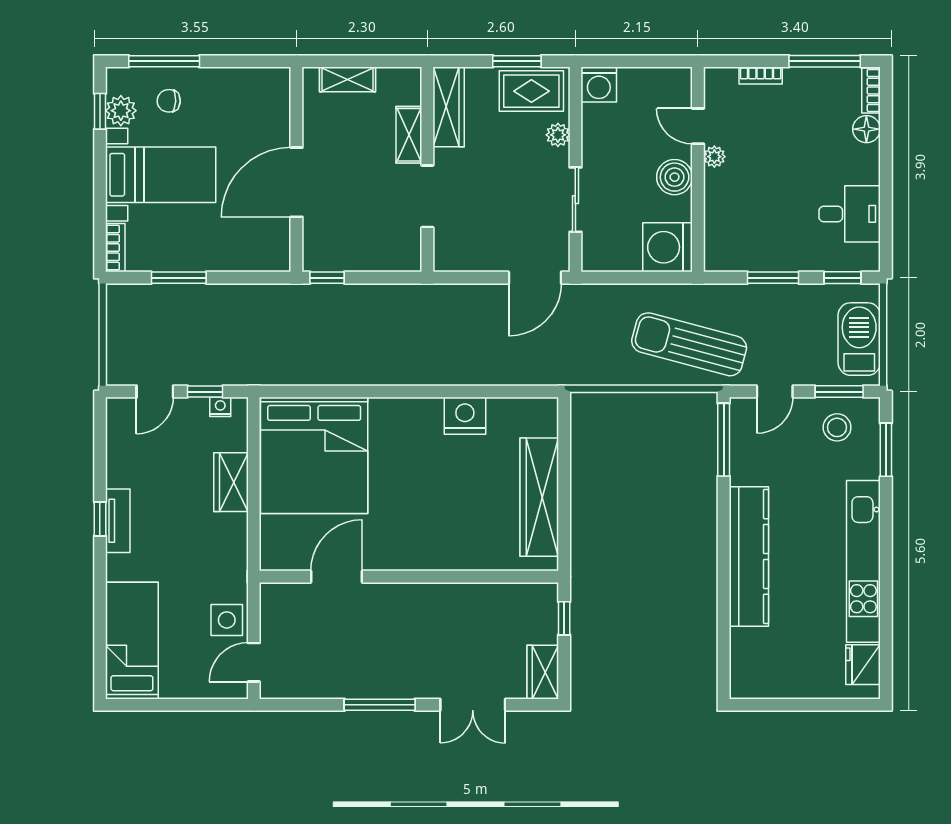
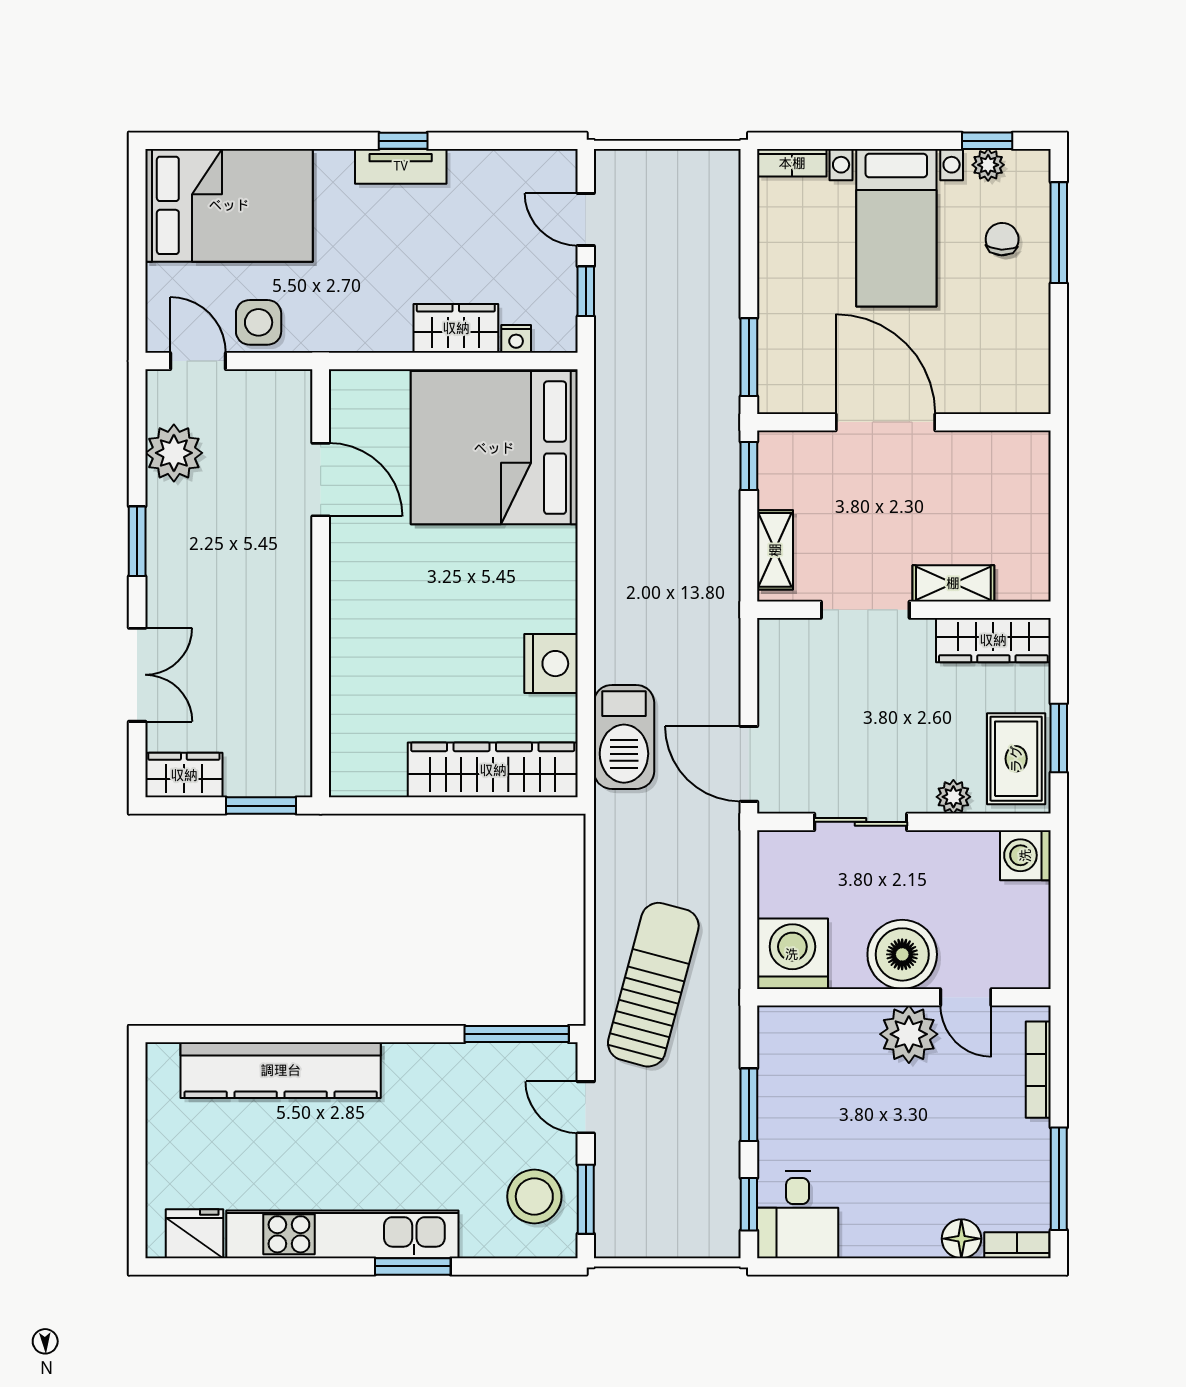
bookcase: (761, 76) -> (1038, 1070), width x1.56
shelving: (347, 79) -> (775, 550), moved
plant: (121, 111) -> (988, 165), width x0.73, depth x0.73
door: (698, 126) -> (966, 997), swing flipped
plant: (714, 157) -> (909, 1034), width x1.87, depth x1.87
boiler: (675, 177) -> (902, 954), width x1.37, depth x1.37
desk: (850, 214) -> (798, 1215), moved
window: (179, 278) -> (749, 357), moved
barbecue: (859, 339) -> (624, 737), moved, turned 90
nightstand: (220, 407) -> (516, 339), moved, turned 90
stool: (837, 427) -> (534, 1196), width x1.38, depth x1.38
window: (886, 450) -> (413, 1266), moved
wardrobe: (539, 497) -> (493, 770), moved
kitchen counter: (749, 556) -> (281, 1070), moved
window: (564, 618) -> (261, 806), width x1.50
bed: (132, 641) -> (229, 205), width x1.50
plant: (318, 679) -> (174, 453), added
window: (380, 705) -> (137, 541), width x0.69
double door: (473, 705) -> (137, 675), swing flipped

